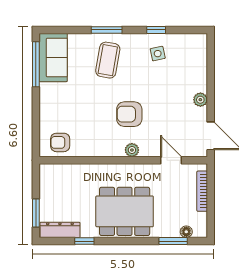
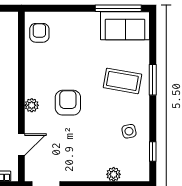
window: (156, 30) -> (153, 151), moved
plant: (200, 100) -> (114, 174), moved

